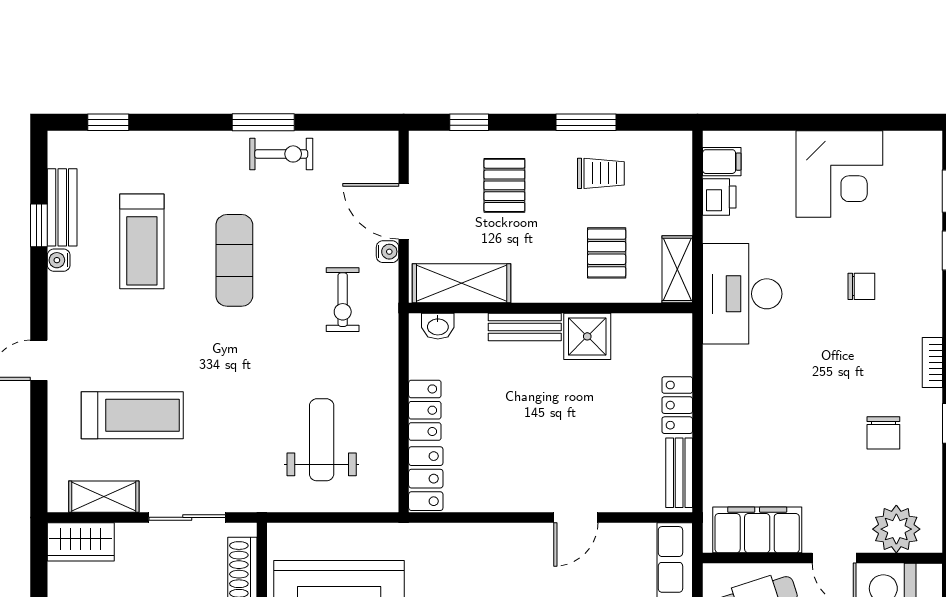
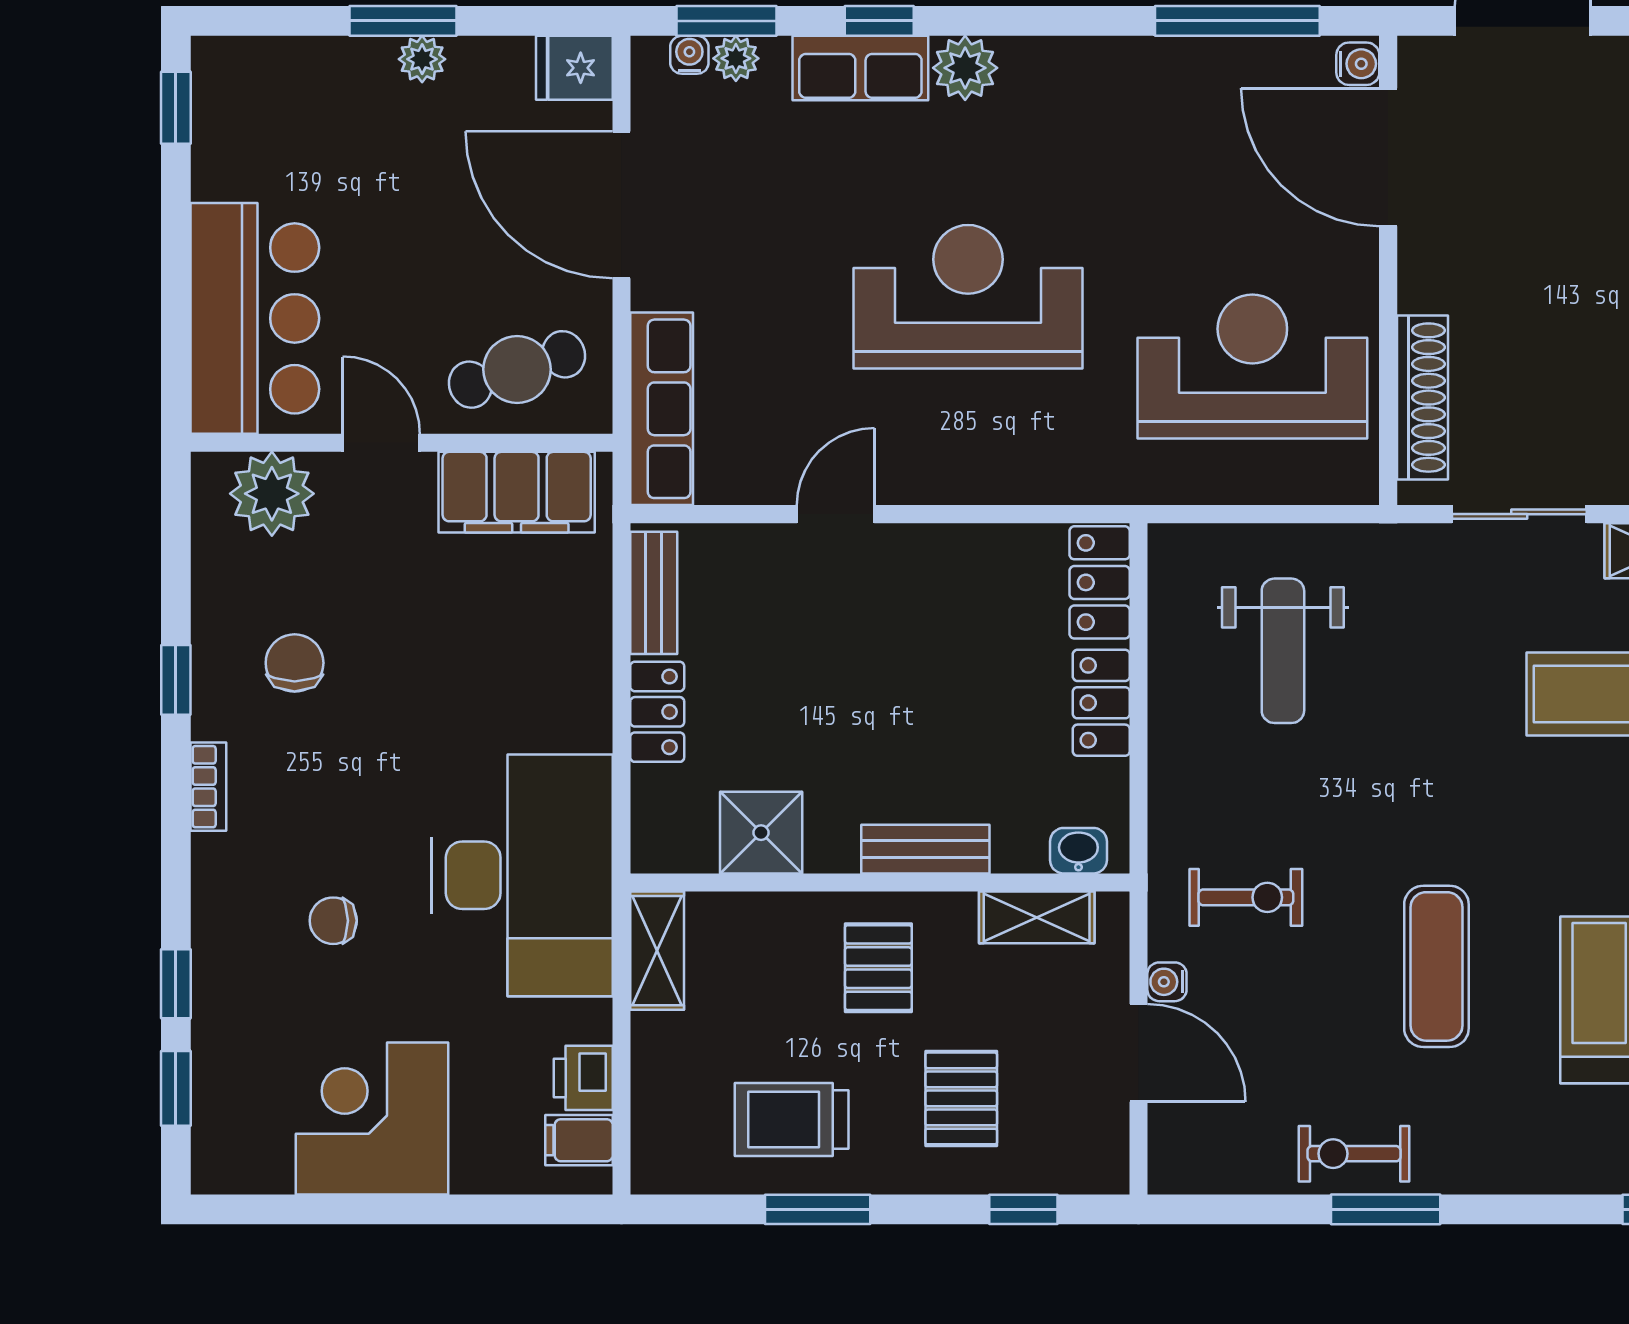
trolley: (601, 173) -> (792, 1120), width x1.36, depth x1.39
pallet: (607, 253) -> (878, 968), moved
shelving: (462, 283) -> (1037, 917), width x0.67, depth x0.75
desk: (742, 294) -> (522, 875), width x1.36, depth x1.30
exercise bike: (343, 300) -> (1246, 897), turned 90
shower: (587, 336) -> (761, 833), moved

